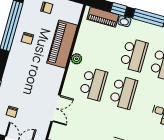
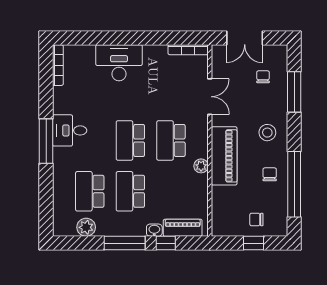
piano: (62, 44) -> (224, 156), moved
stool: (20, 70) -> (267, 133), added
double door: (55, 108) -> (210, 97), swing flipped

